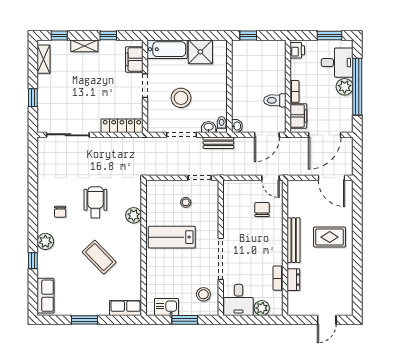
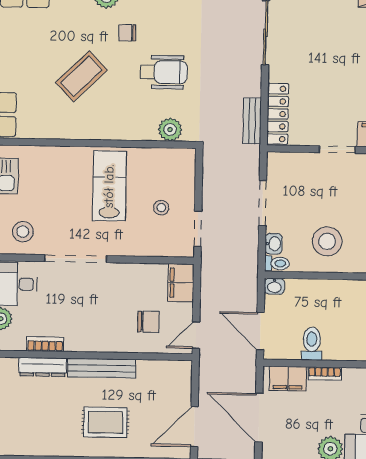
stool: (181, 98) -> (327, 241), moved
bench: (218, 143) -> (252, 121), moved
filing cabinet: (236, 188) -> (181, 283), added
chair: (60, 212) -> (127, 33), moved
plant: (134, 215) -> (170, 130), moved
rug: (330, 237) -> (105, 422), turned 90
dresser: (293, 280) -> (43, 367), width x1.44

